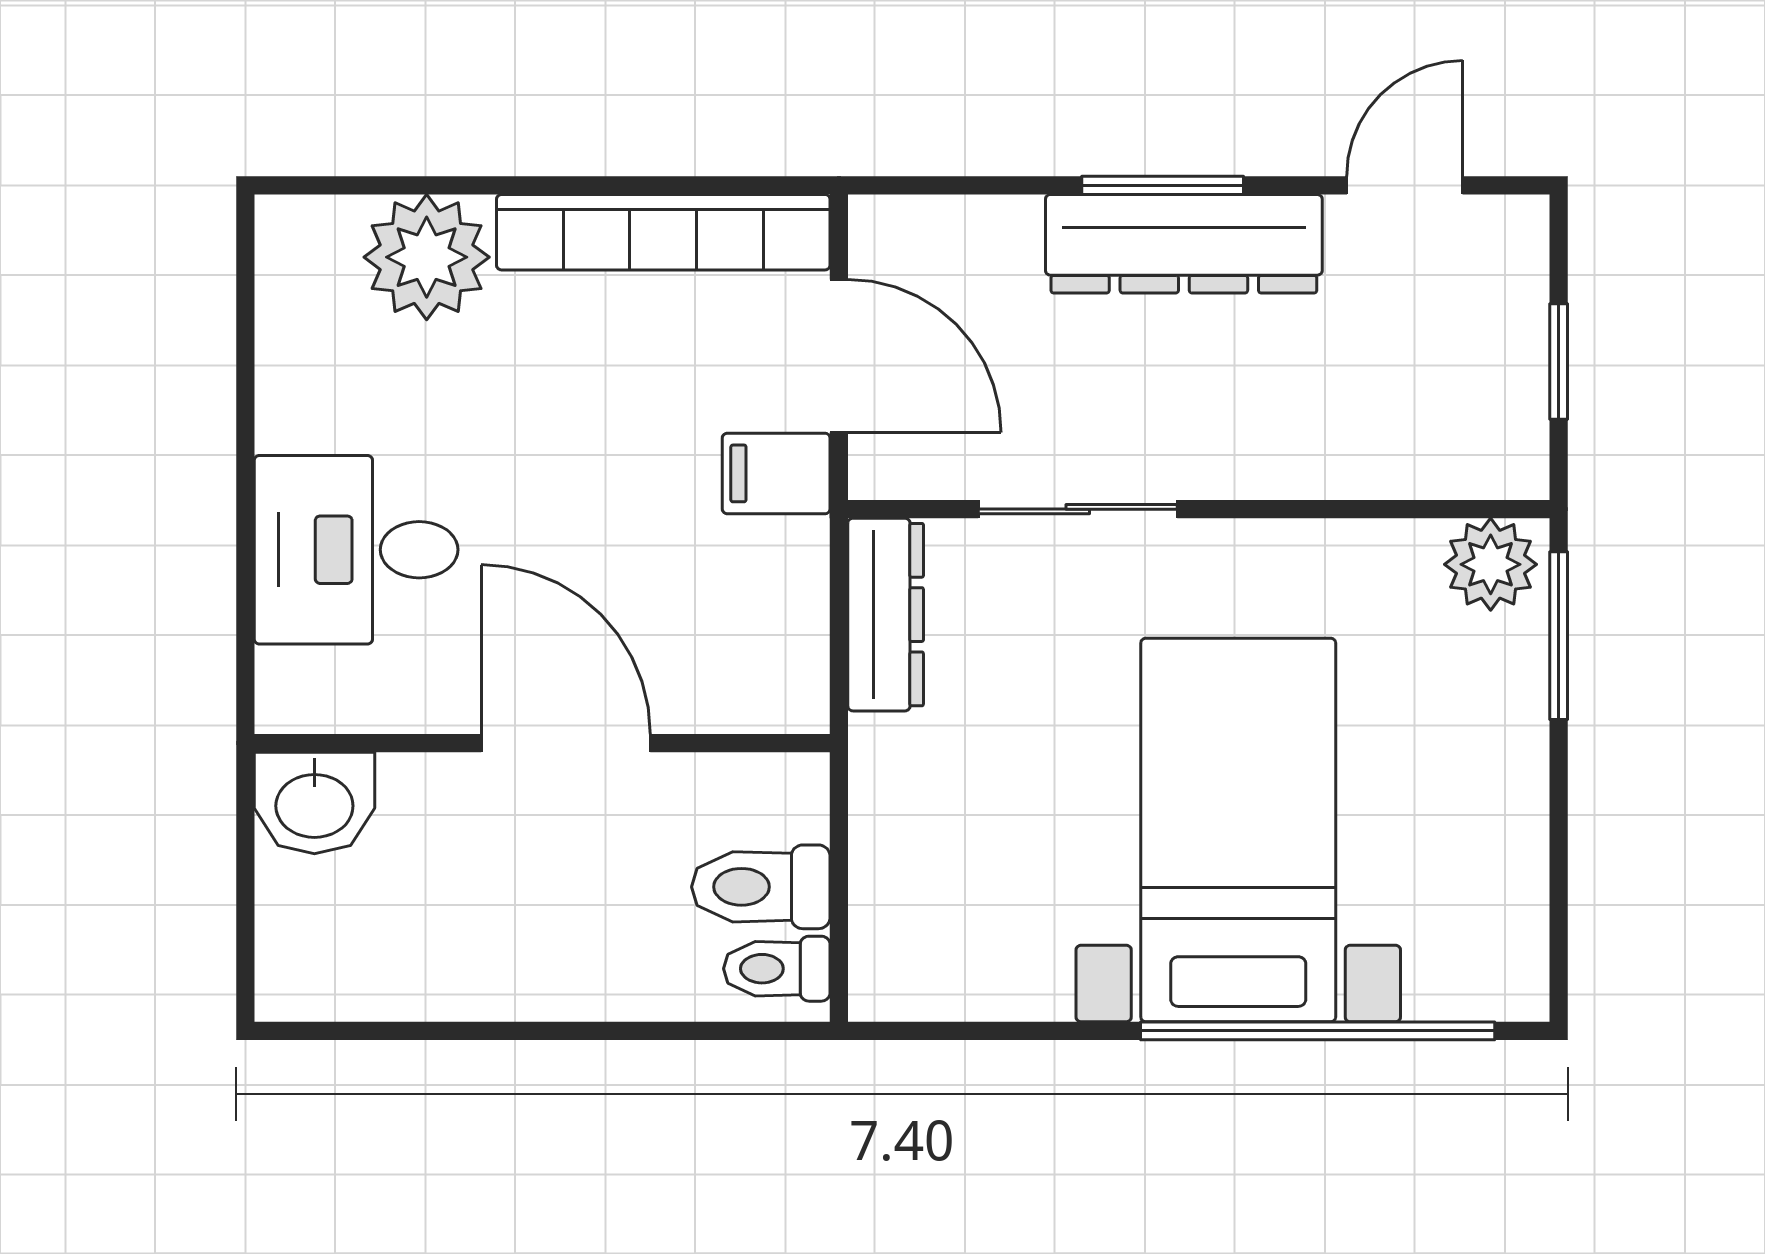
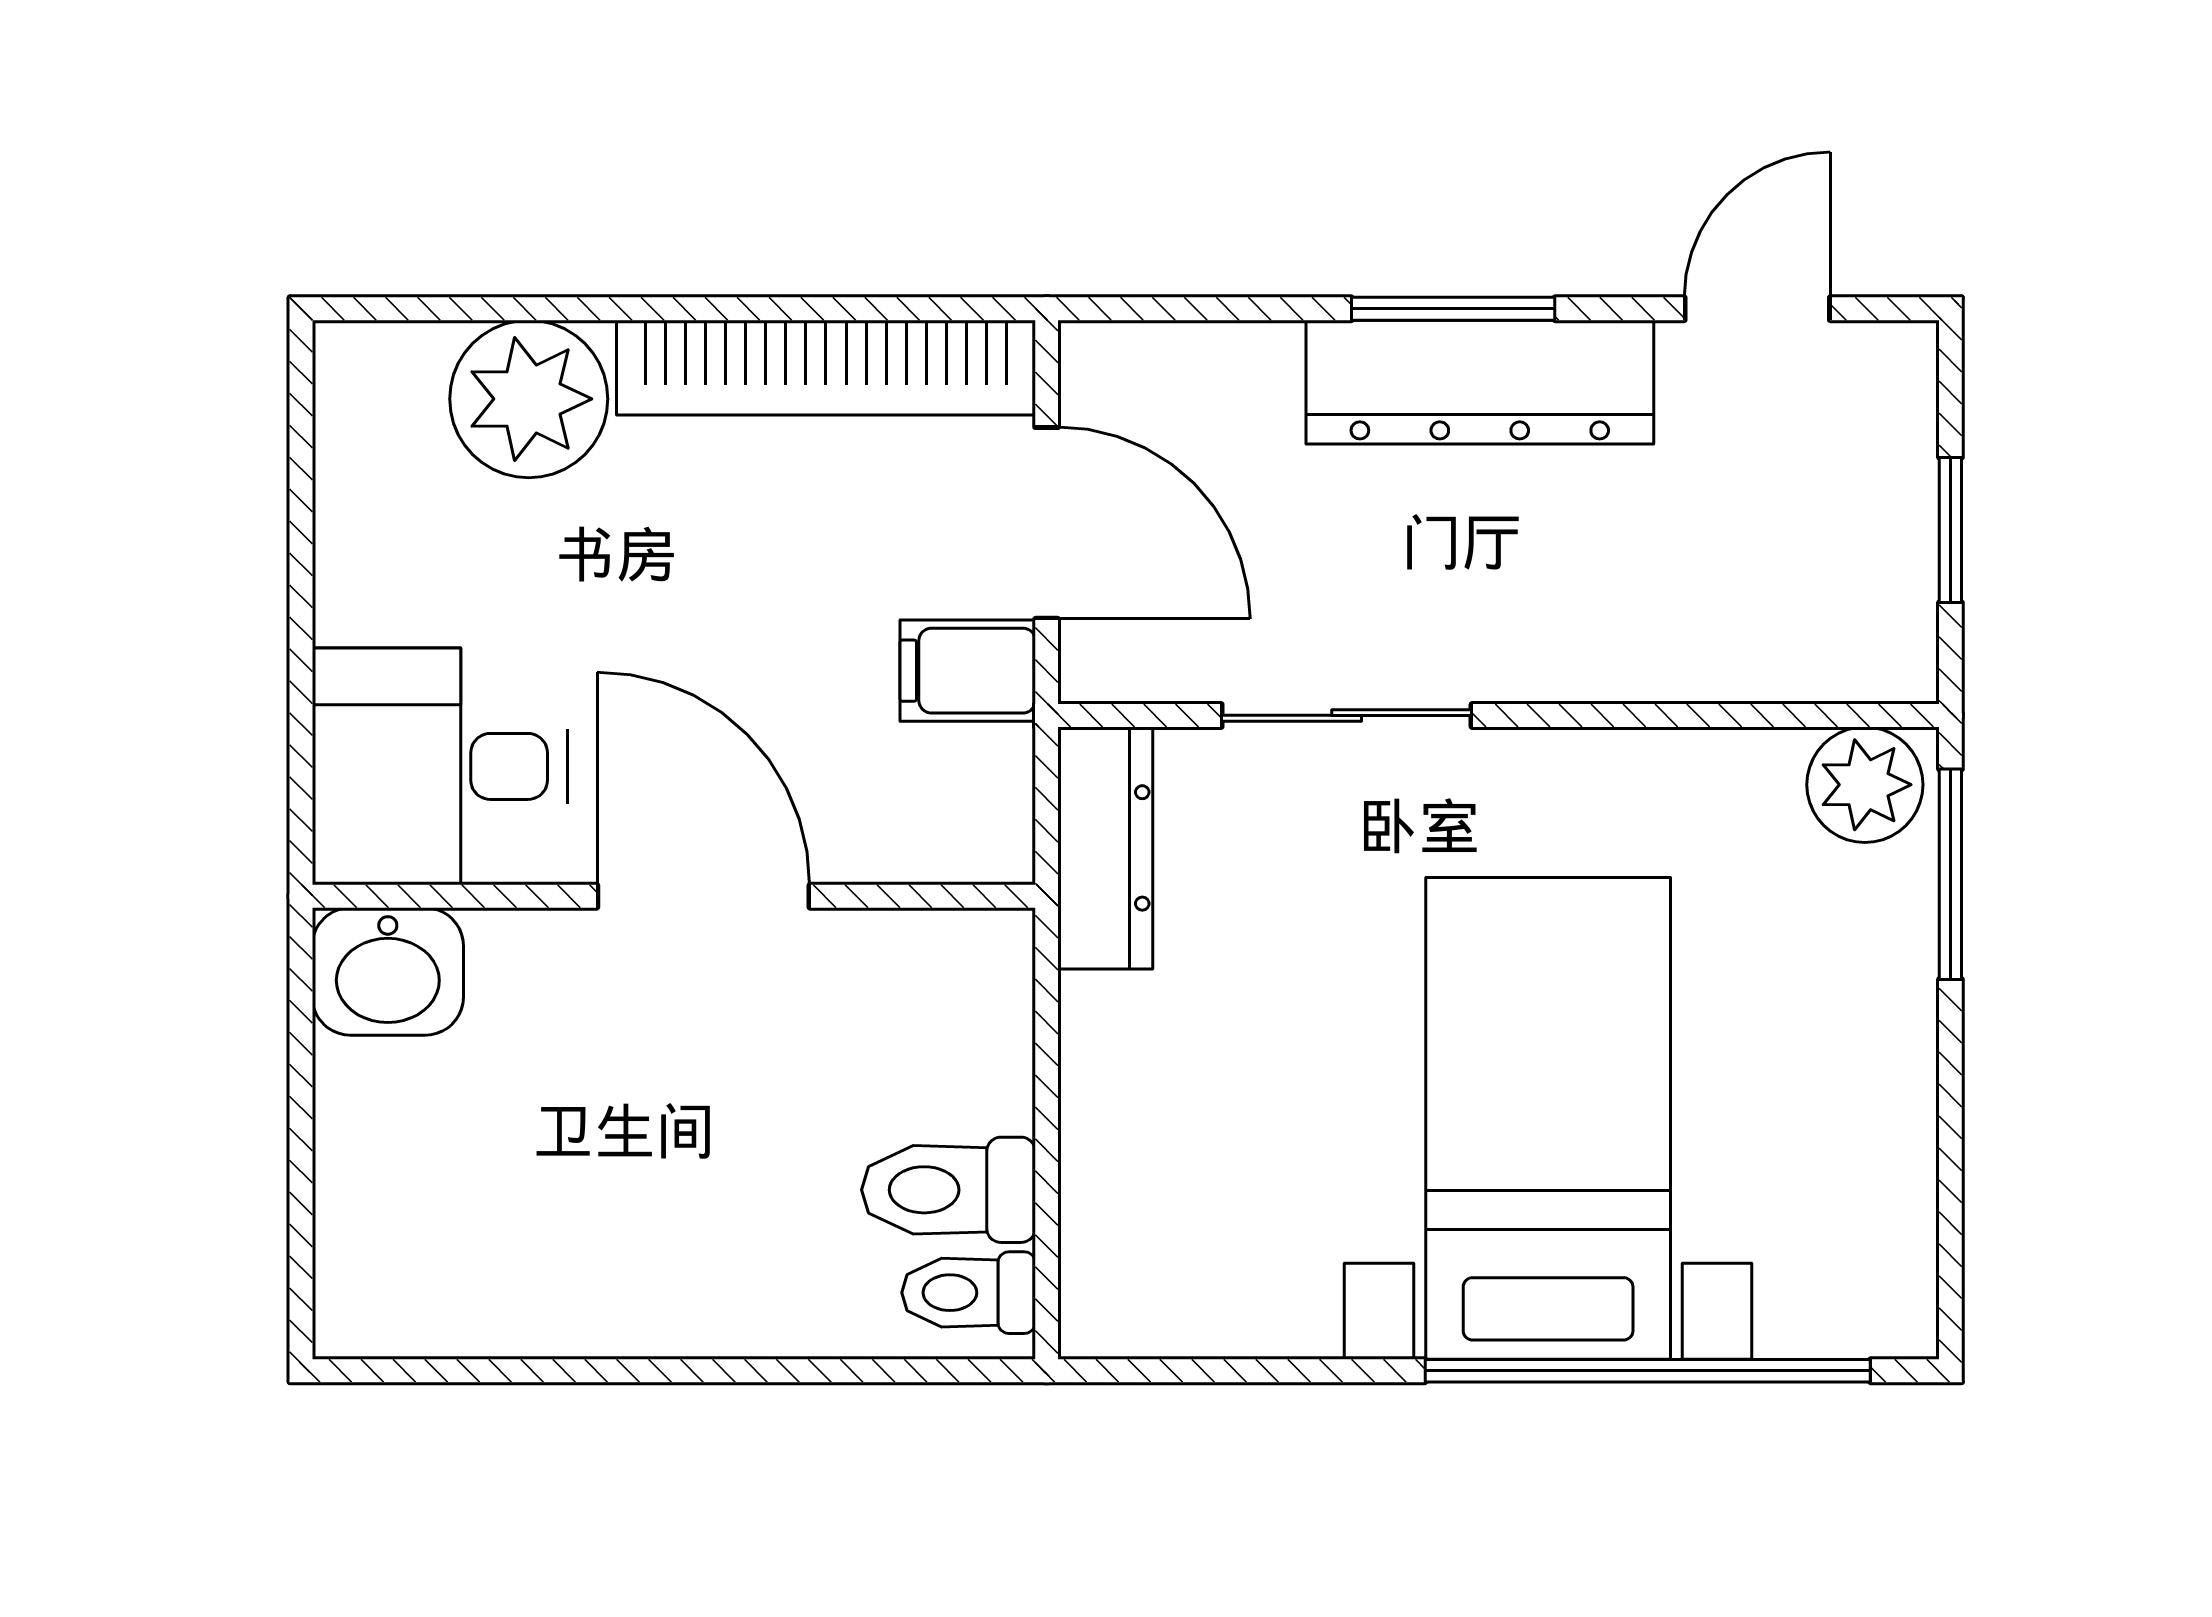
wall: (542, 743) -> (674, 896), moved
door: (566, 743) -> (703, 896), moved
washbasin: (314, 803) -> (388, 971), moved

